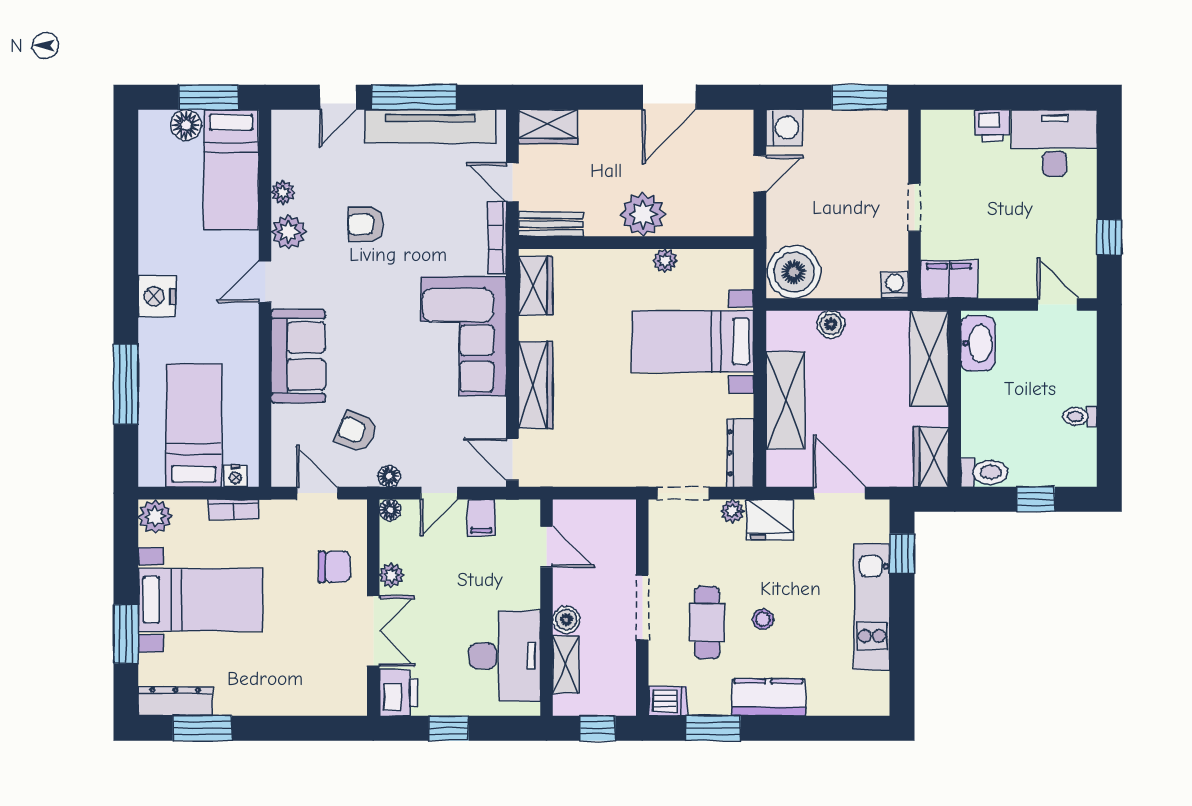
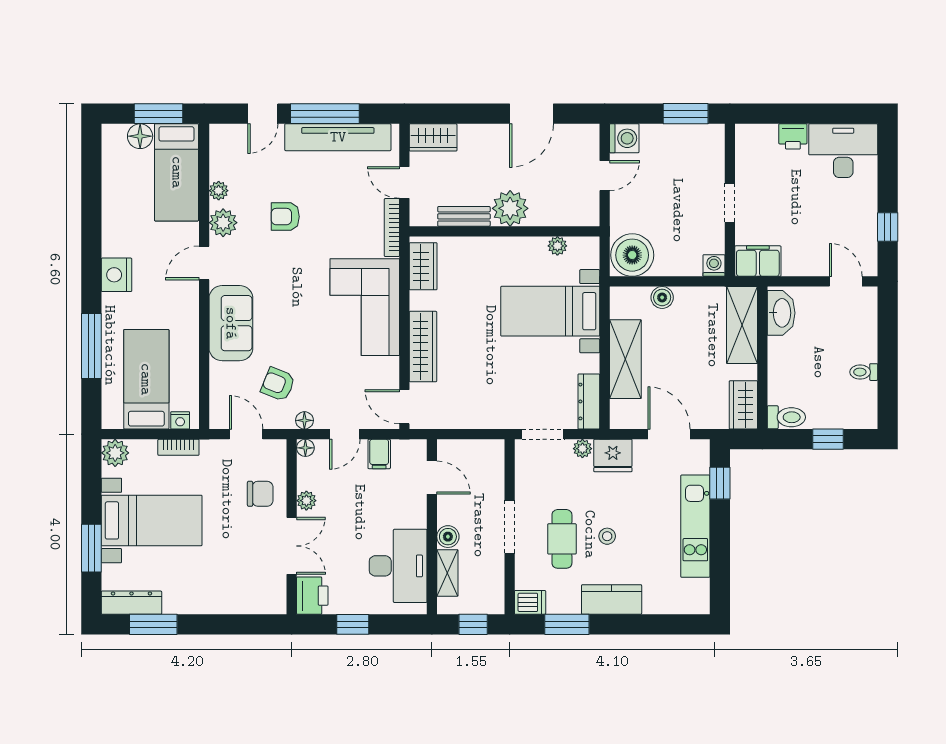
bench: (551, 224) -> (464, 216), moved
plant: (665, 261) -> (557, 246), moved

